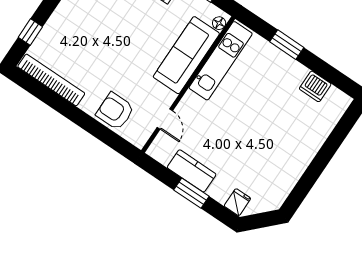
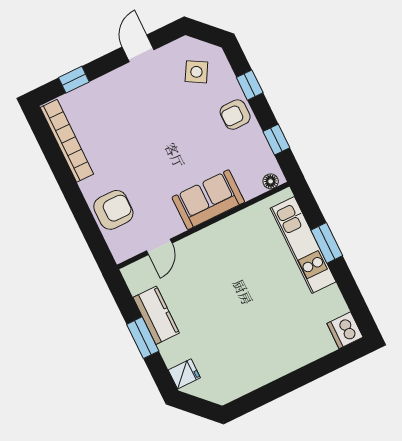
sofa: (186, 55) -> (208, 200), width x0.73
kitchen unit: (221, 61) -> (303, 245), moved, turned 90
dishwasher: (315, 86) -> (345, 330), moved
armchair: (115, 111) -> (113, 210), turned 90

